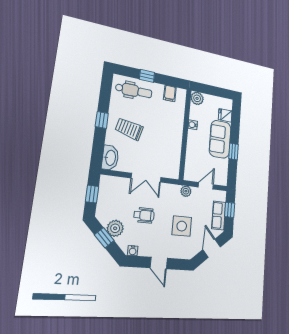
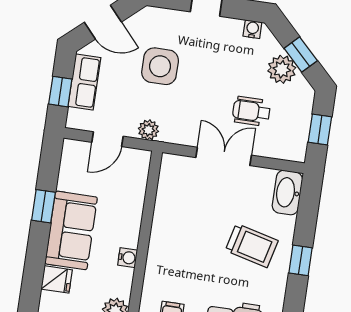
wheelchair: (144, 215) -> (251, 111), moved
door: (212, 248) -> (103, 22), hinge flipped

